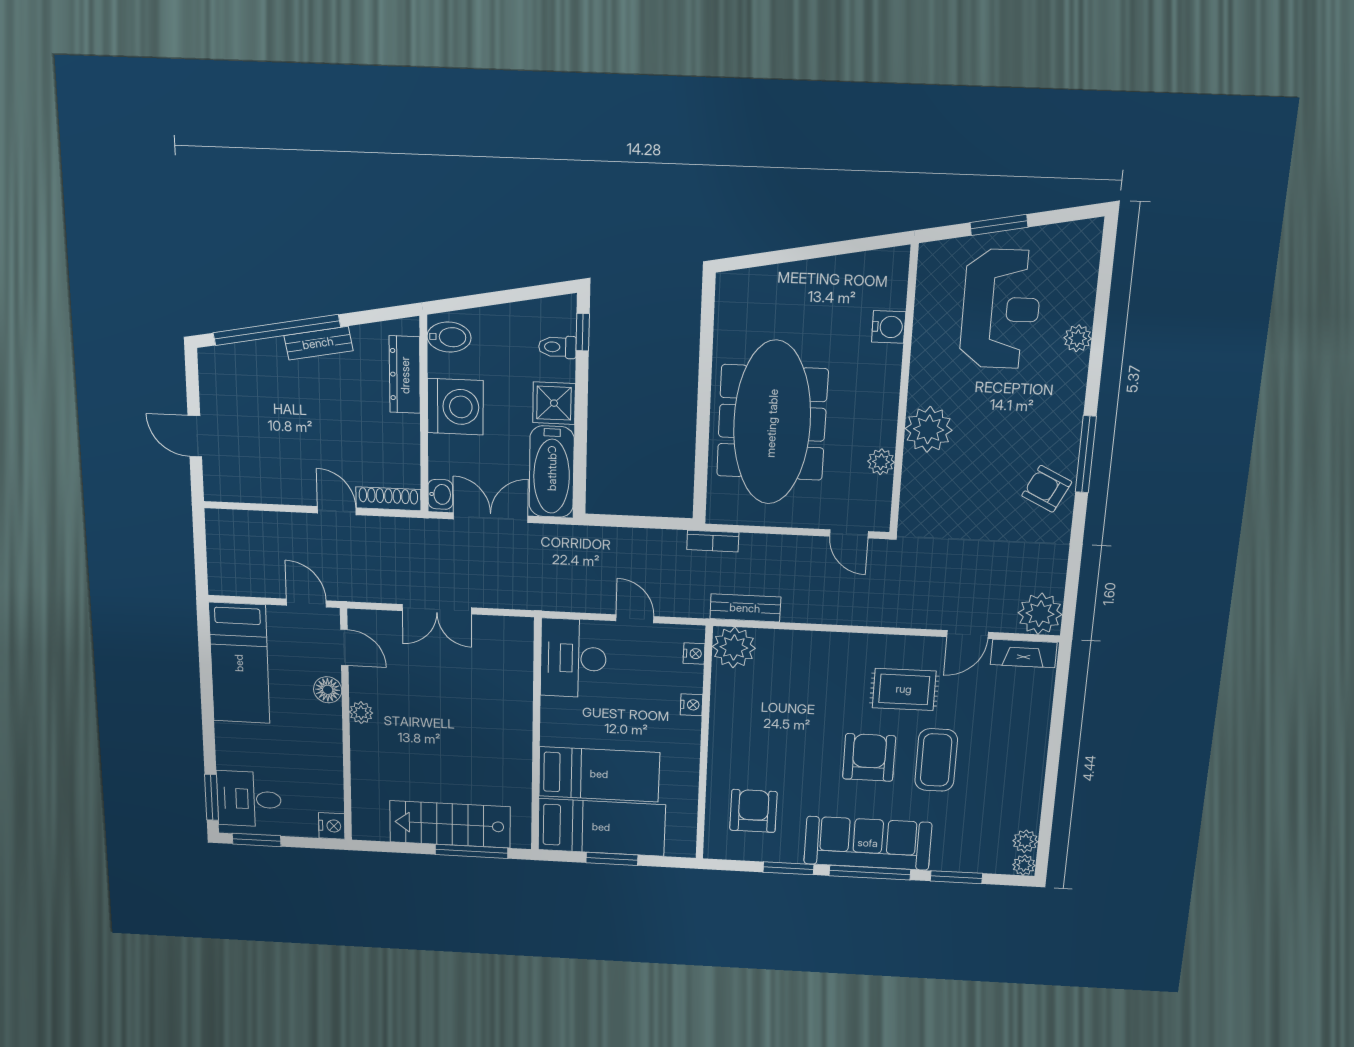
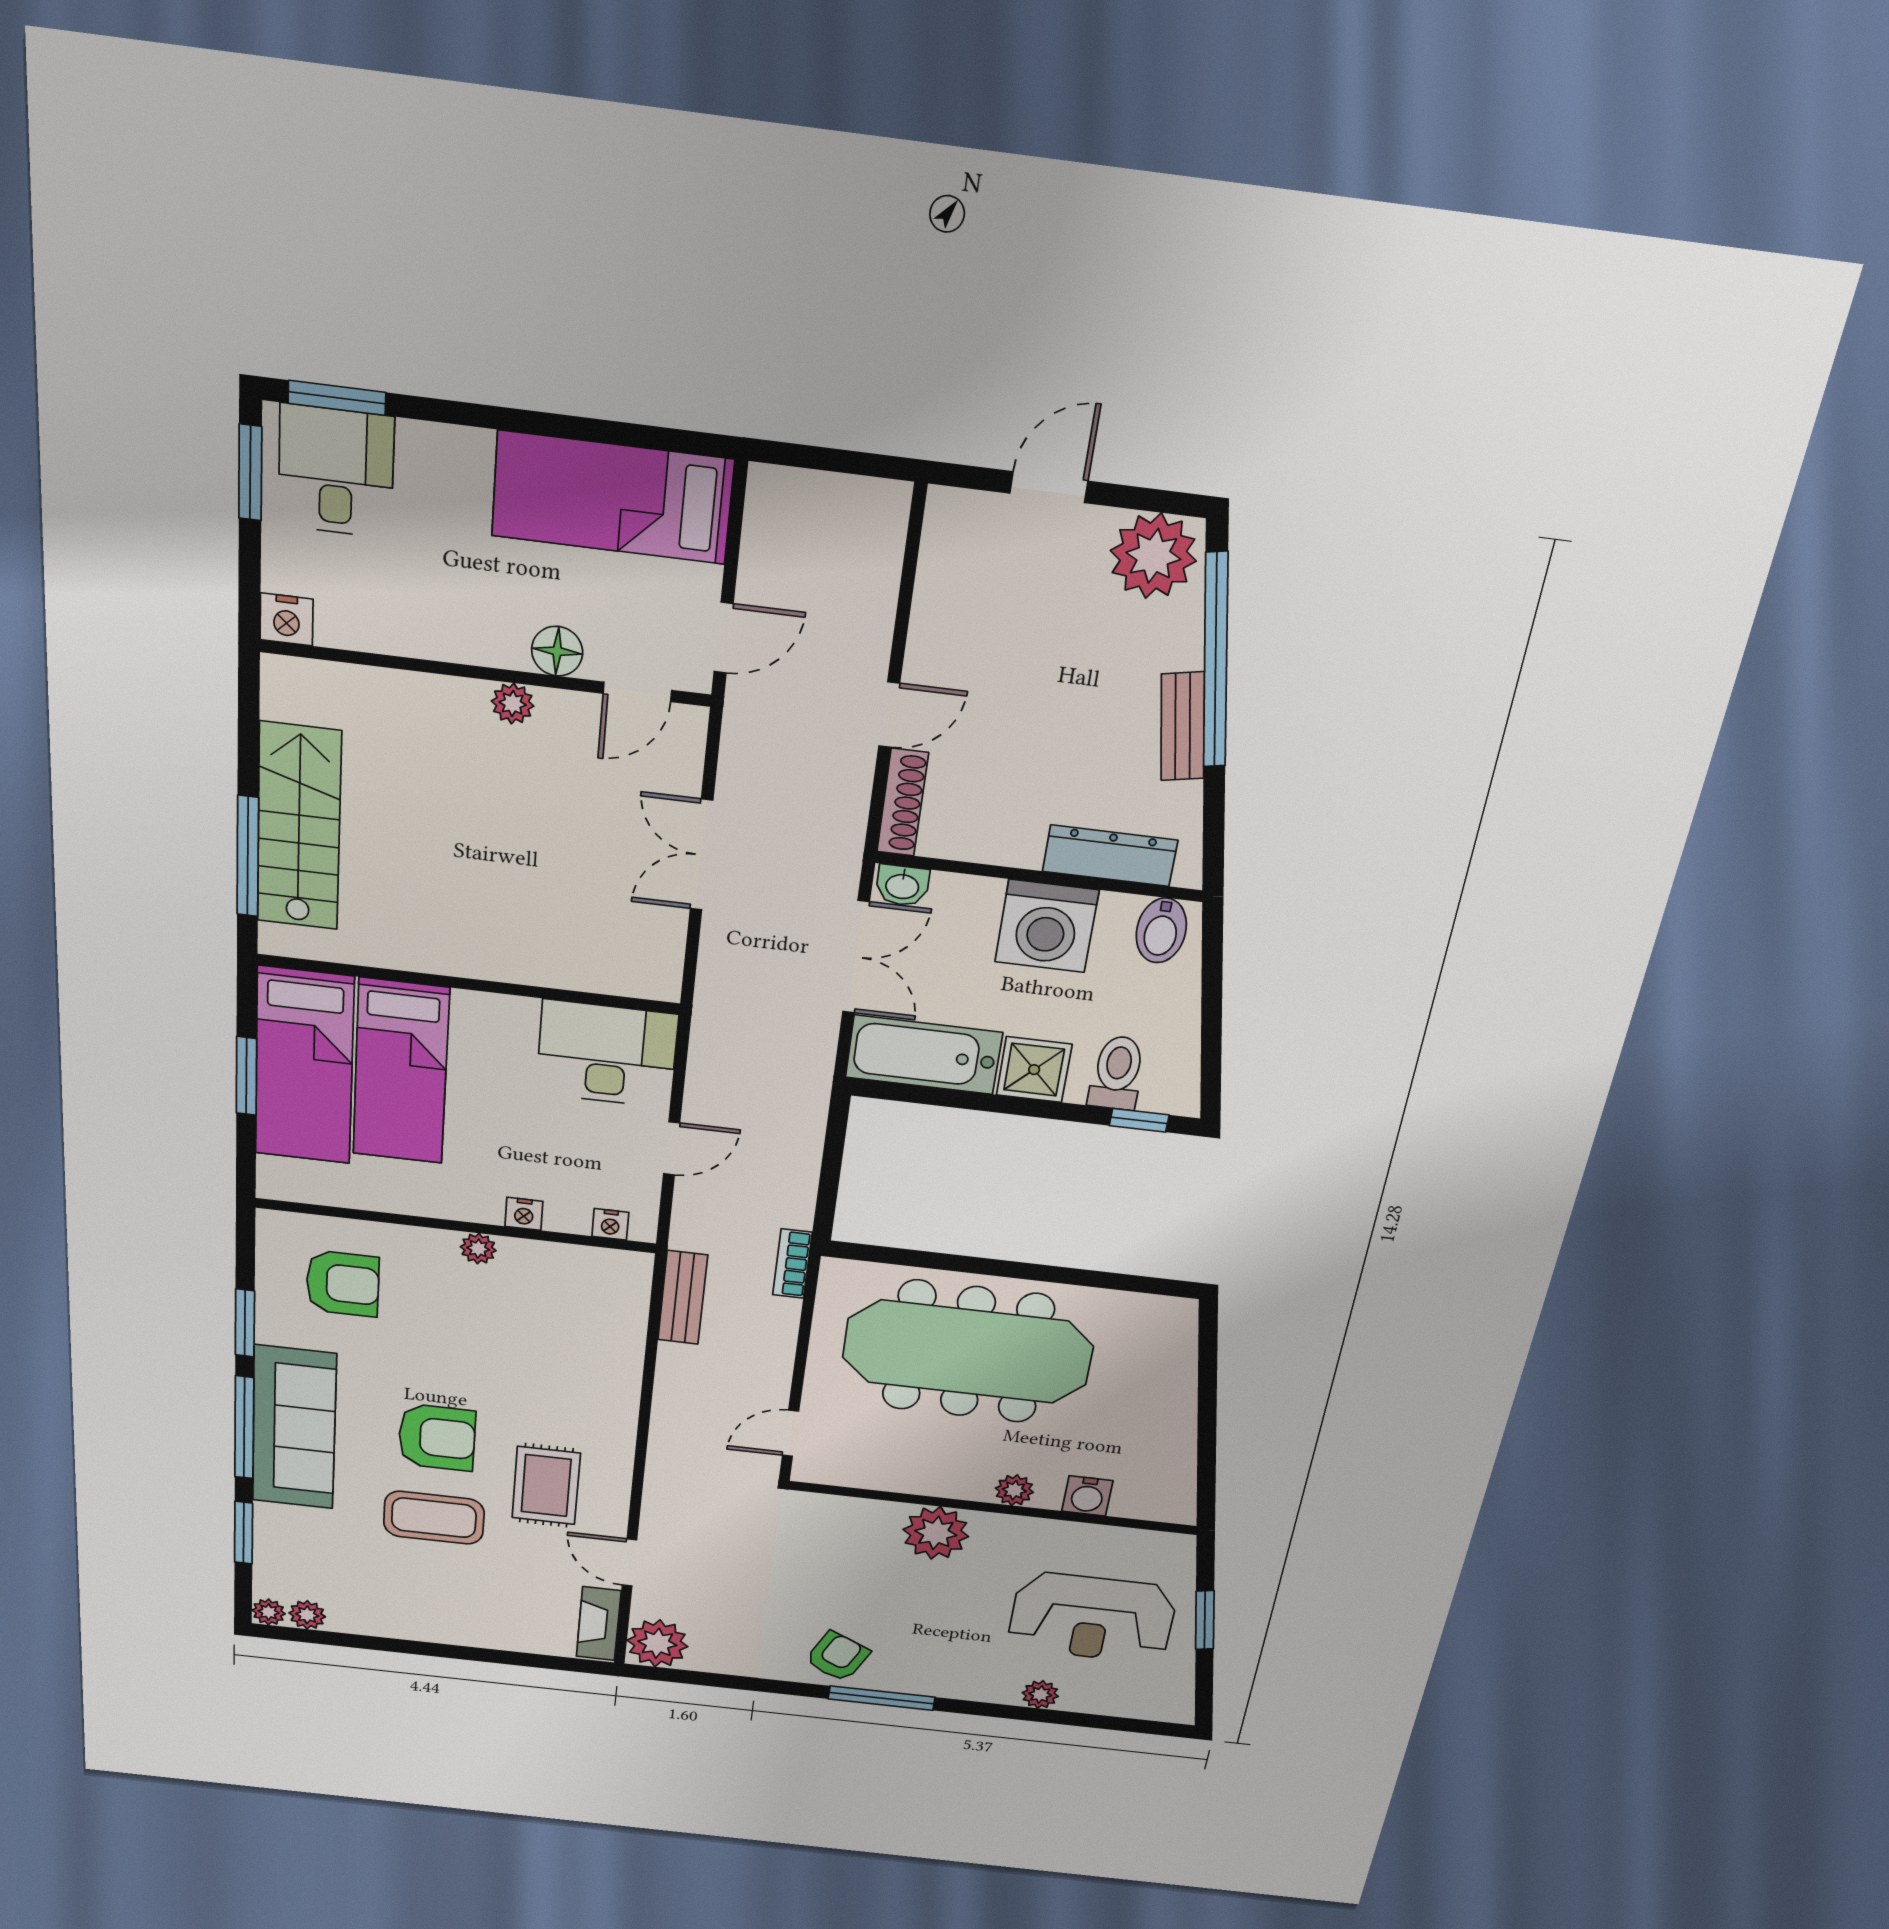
toilet: (557, 347) -> (1117, 1073), width x1.37, depth x1.39
plant: (223, 374) -> (1153, 556), added
plant: (881, 462) -> (1014, 1490), moved
plant: (734, 647) -> (478, 1249), moved, width x0.53, depth x0.53

